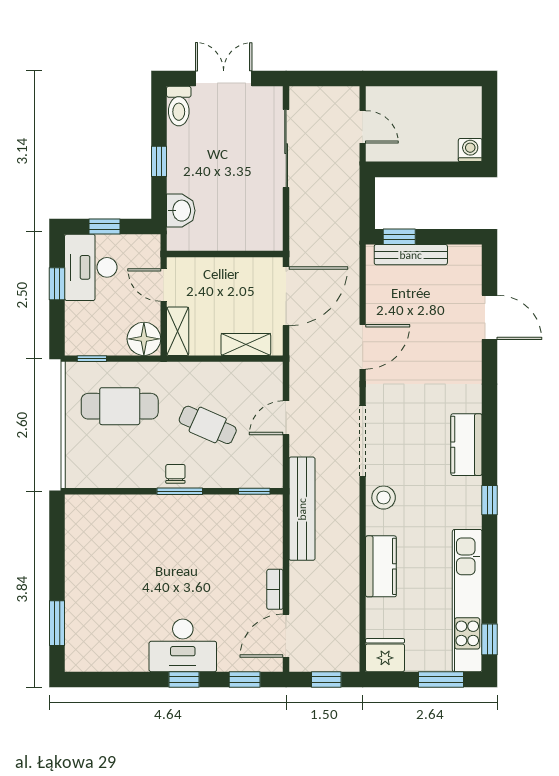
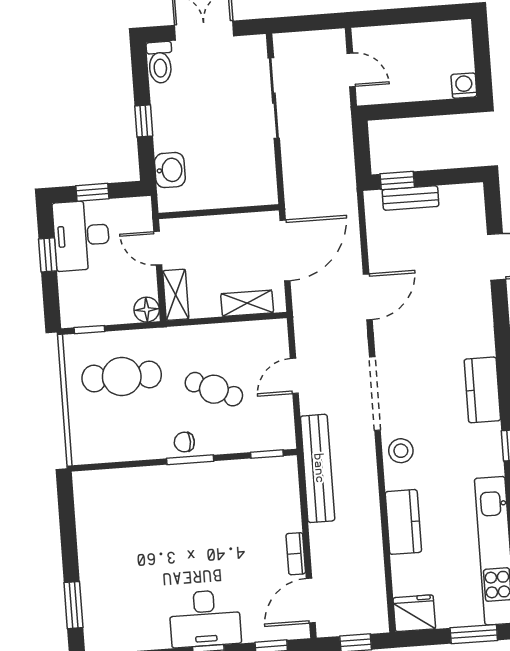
bench: (411, 255) -> (411, 198), width x0.73
floor lamp: (144, 339) -> (147, 310), width x0.73, depth x0.73
chair: (175, 474) -> (184, 442), turned -90

